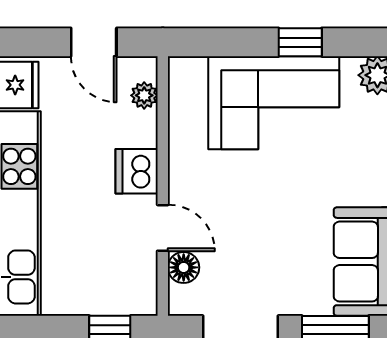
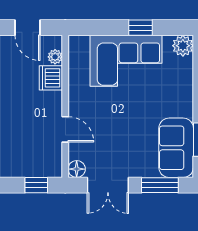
dishwasher: (137, 171) -> (51, 78), moved
floor lamp: (184, 267) -> (77, 169), moved

